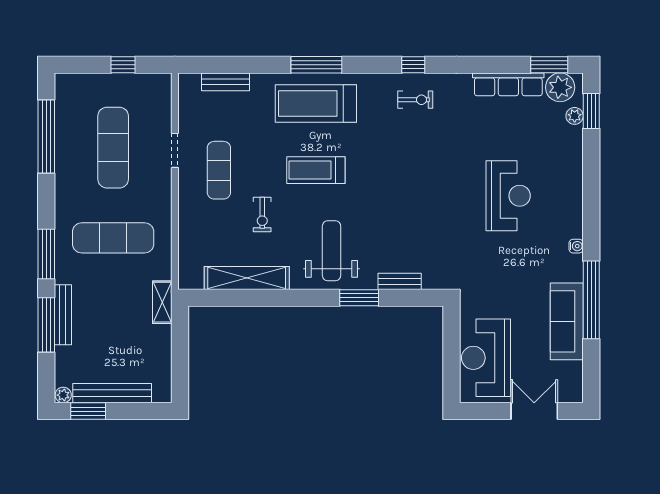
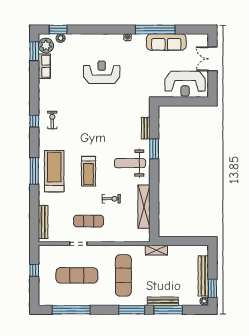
bench: (226, 82) -> (43, 222), width x1.36
row of seats: (508, 84) -> (44, 66), width x0.68
treadmill: (316, 103) -> (54, 171), turned 180

